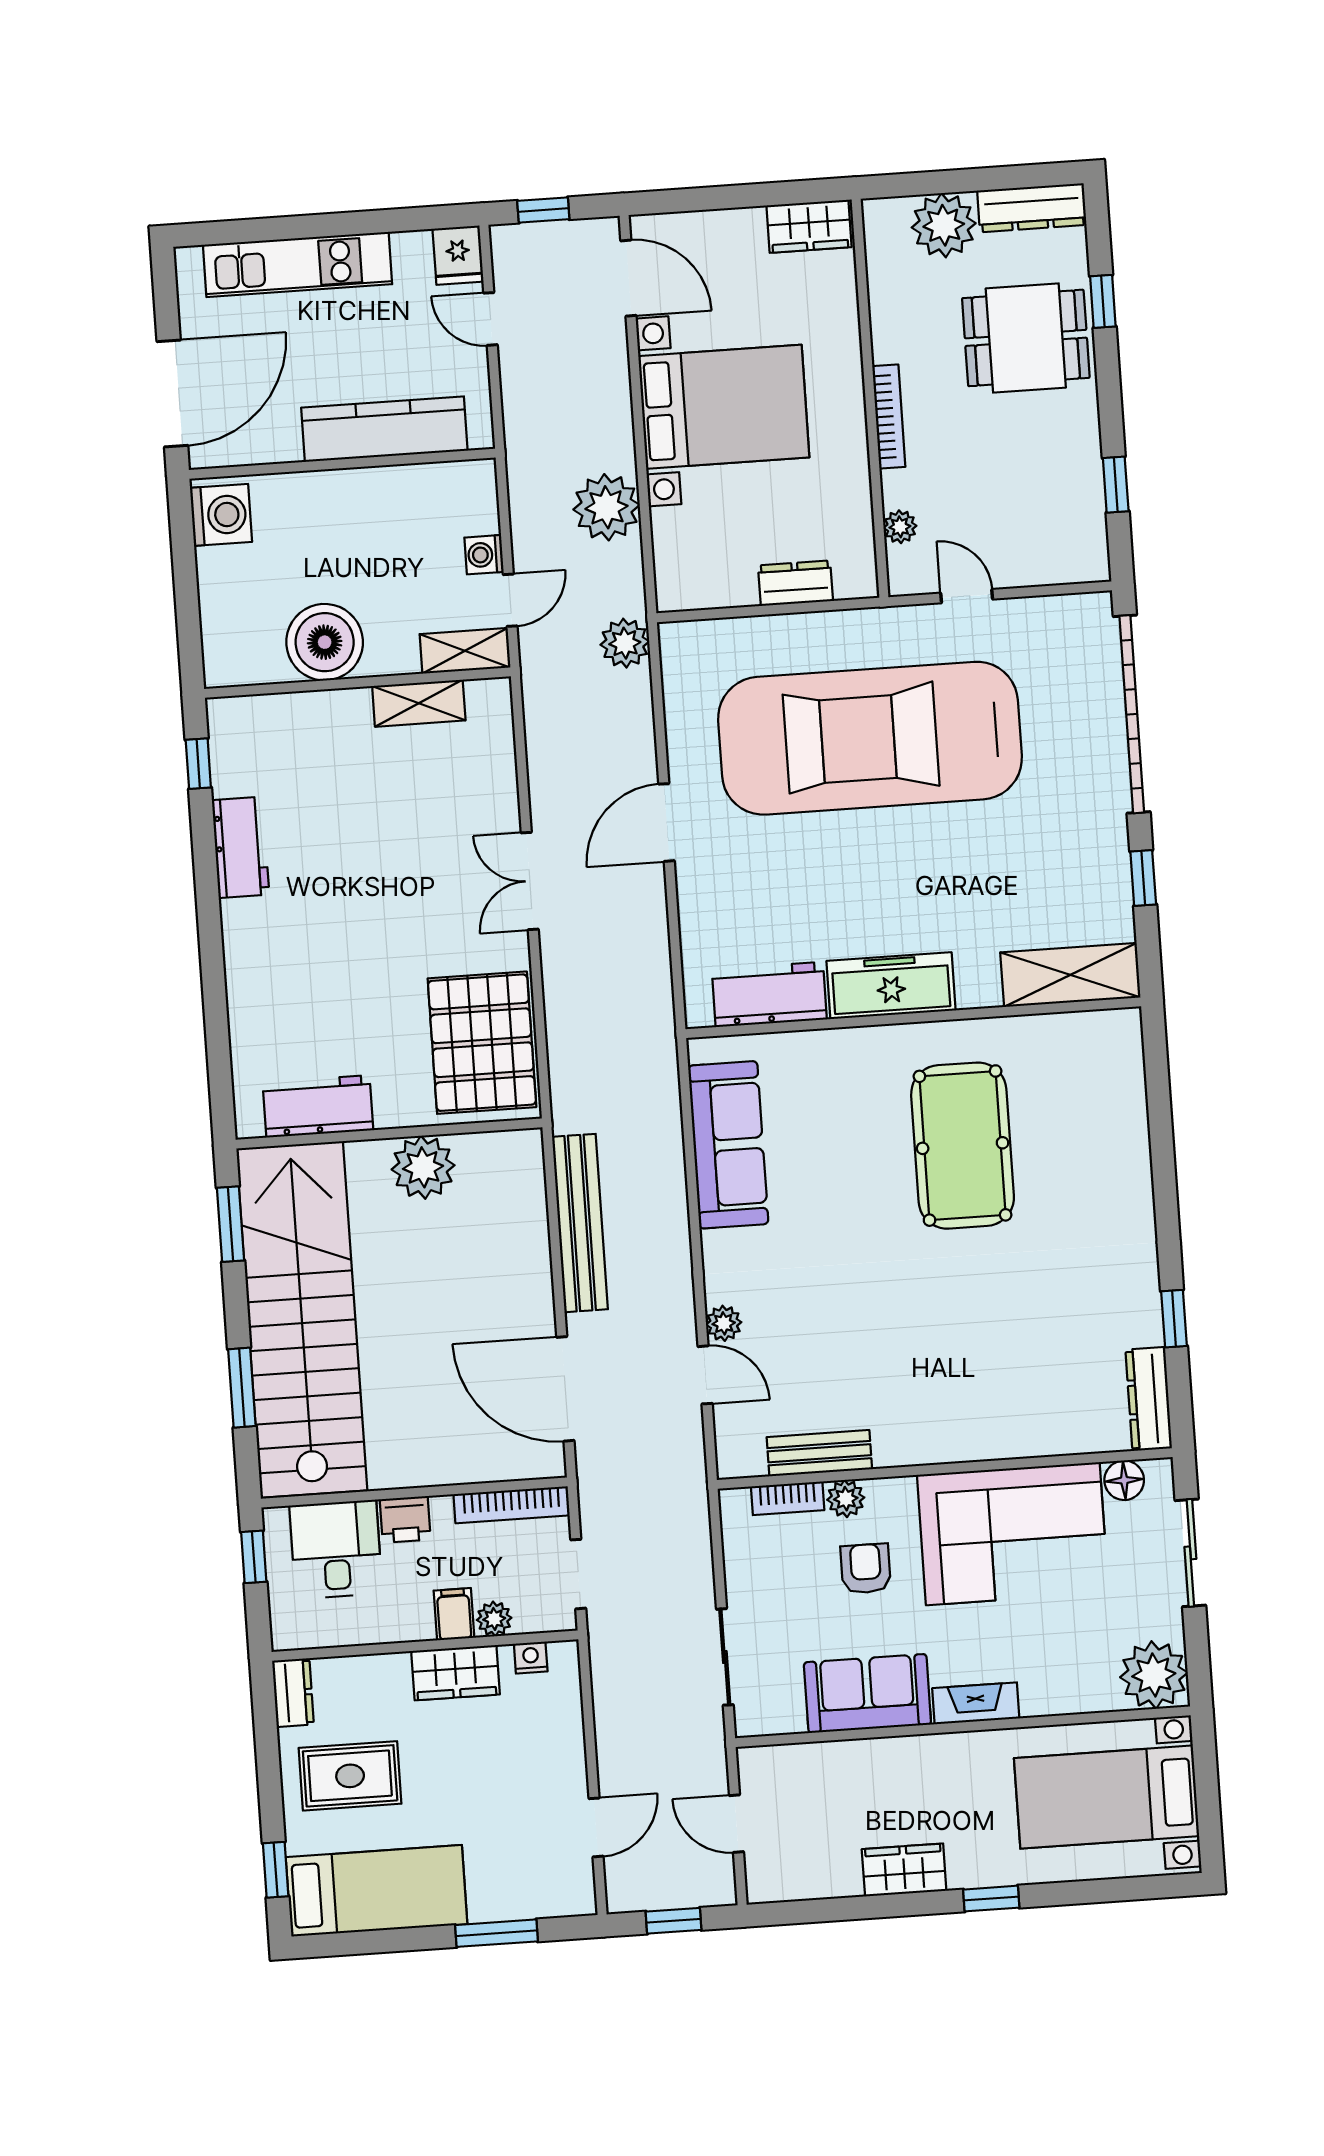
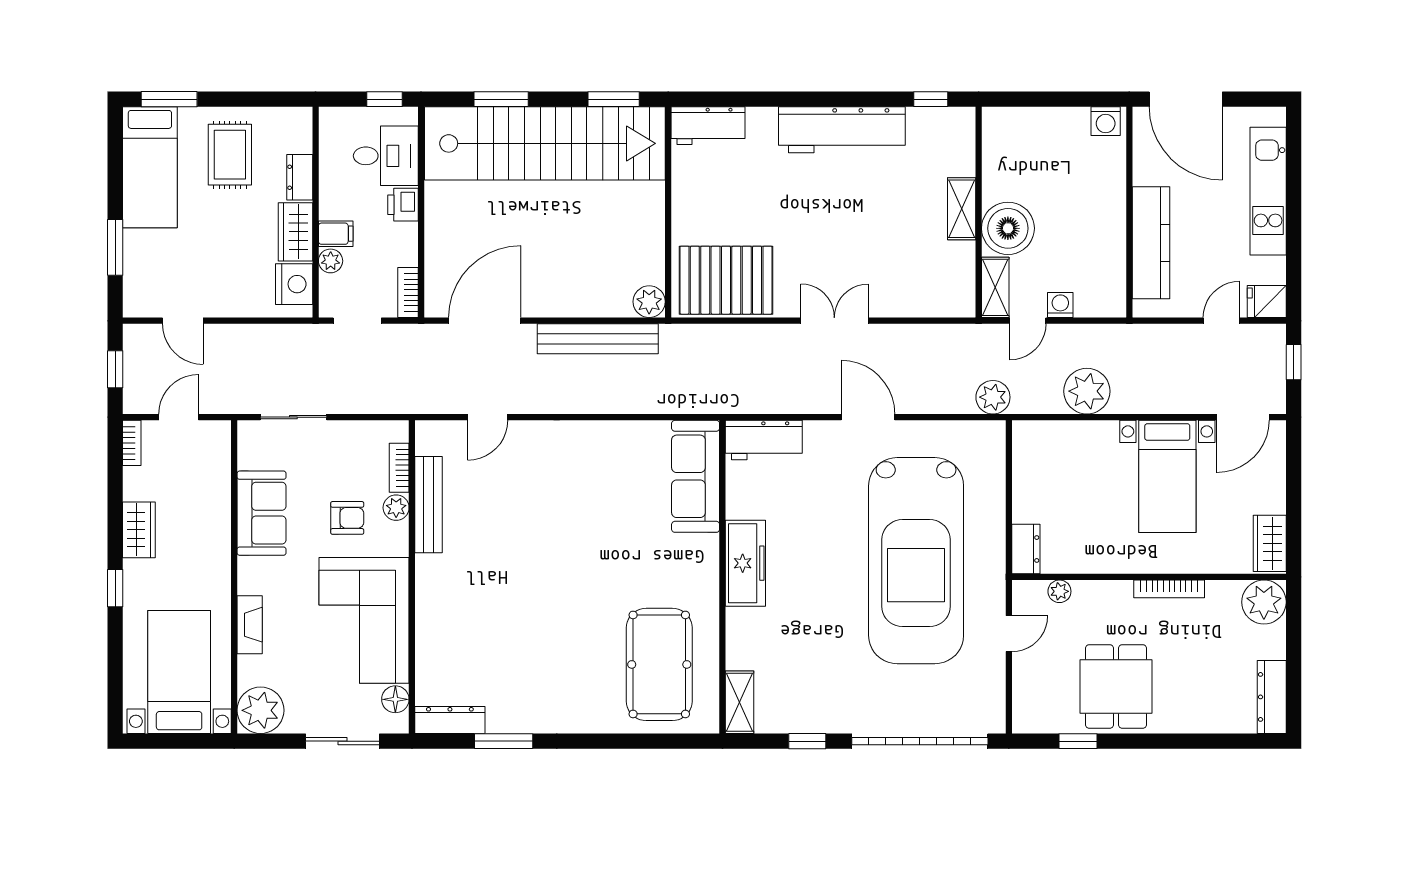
plant: (944, 225) -> (1264, 602), moved
window: (1103, 301) -> (1204, 741), removed
dining table: (1026, 338) -> (1116, 686), moved
bed with nightstands: (724, 407) -> (1167, 476), width x0.73
bookcase: (889, 416) -> (1169, 589), moved
washing machine: (221, 515) -> (1106, 121), width x0.73, depth x0.73
dresser: (796, 583) -> (1026, 549), moved
door: (510, 600) -> (1028, 321), hinge flipped
boiler: (325, 642) -> (1008, 228), moved
shelving: (419, 703) -> (962, 209), moved
car: (870, 738) -> (916, 561), turned 180
workbench: (241, 847) -> (842, 130), width x1.88, depth x1.32
shelving: (1070, 975) -> (740, 702), width x0.67, depth x0.75
workbench: (769, 994) -> (764, 440), moved, turned 90
workbench: (318, 1106) -> (708, 126), moved, turned 90
sofa: (728, 1145) -> (696, 476), moved, turned 90
pool table: (963, 1146) -> (659, 664), moved, turned 90
plant: (423, 1167) -> (649, 302), moved, width x0.73, depth x0.73
window: (1174, 1319) -> (504, 741), width x1.50
plant: (724, 1323) -> (522, 432), removed
bench: (819, 1453) -> (429, 505), width x1.36
bookcase: (512, 1505) -> (408, 292), width x0.64
nightstand: (531, 1658) -> (294, 284), width x1.89, depth x1.79
dresser: (293, 1693) -> (300, 177), moved, turned 90
fireplace: (976, 1703) -> (250, 625), moved
window: (276, 1870) -> (169, 99), width x1.50
bookcase: (779, 1889) -> (132, 443), added

